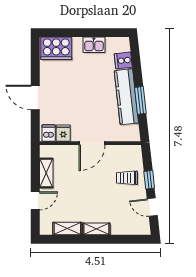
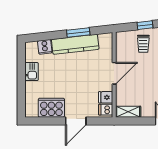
cooker: (56, 48) -> (51, 108), moved, turned -90
door: (92, 143) -> (114, 73), hinge flipped
shelving: (46, 173) -> (128, 112), moved

